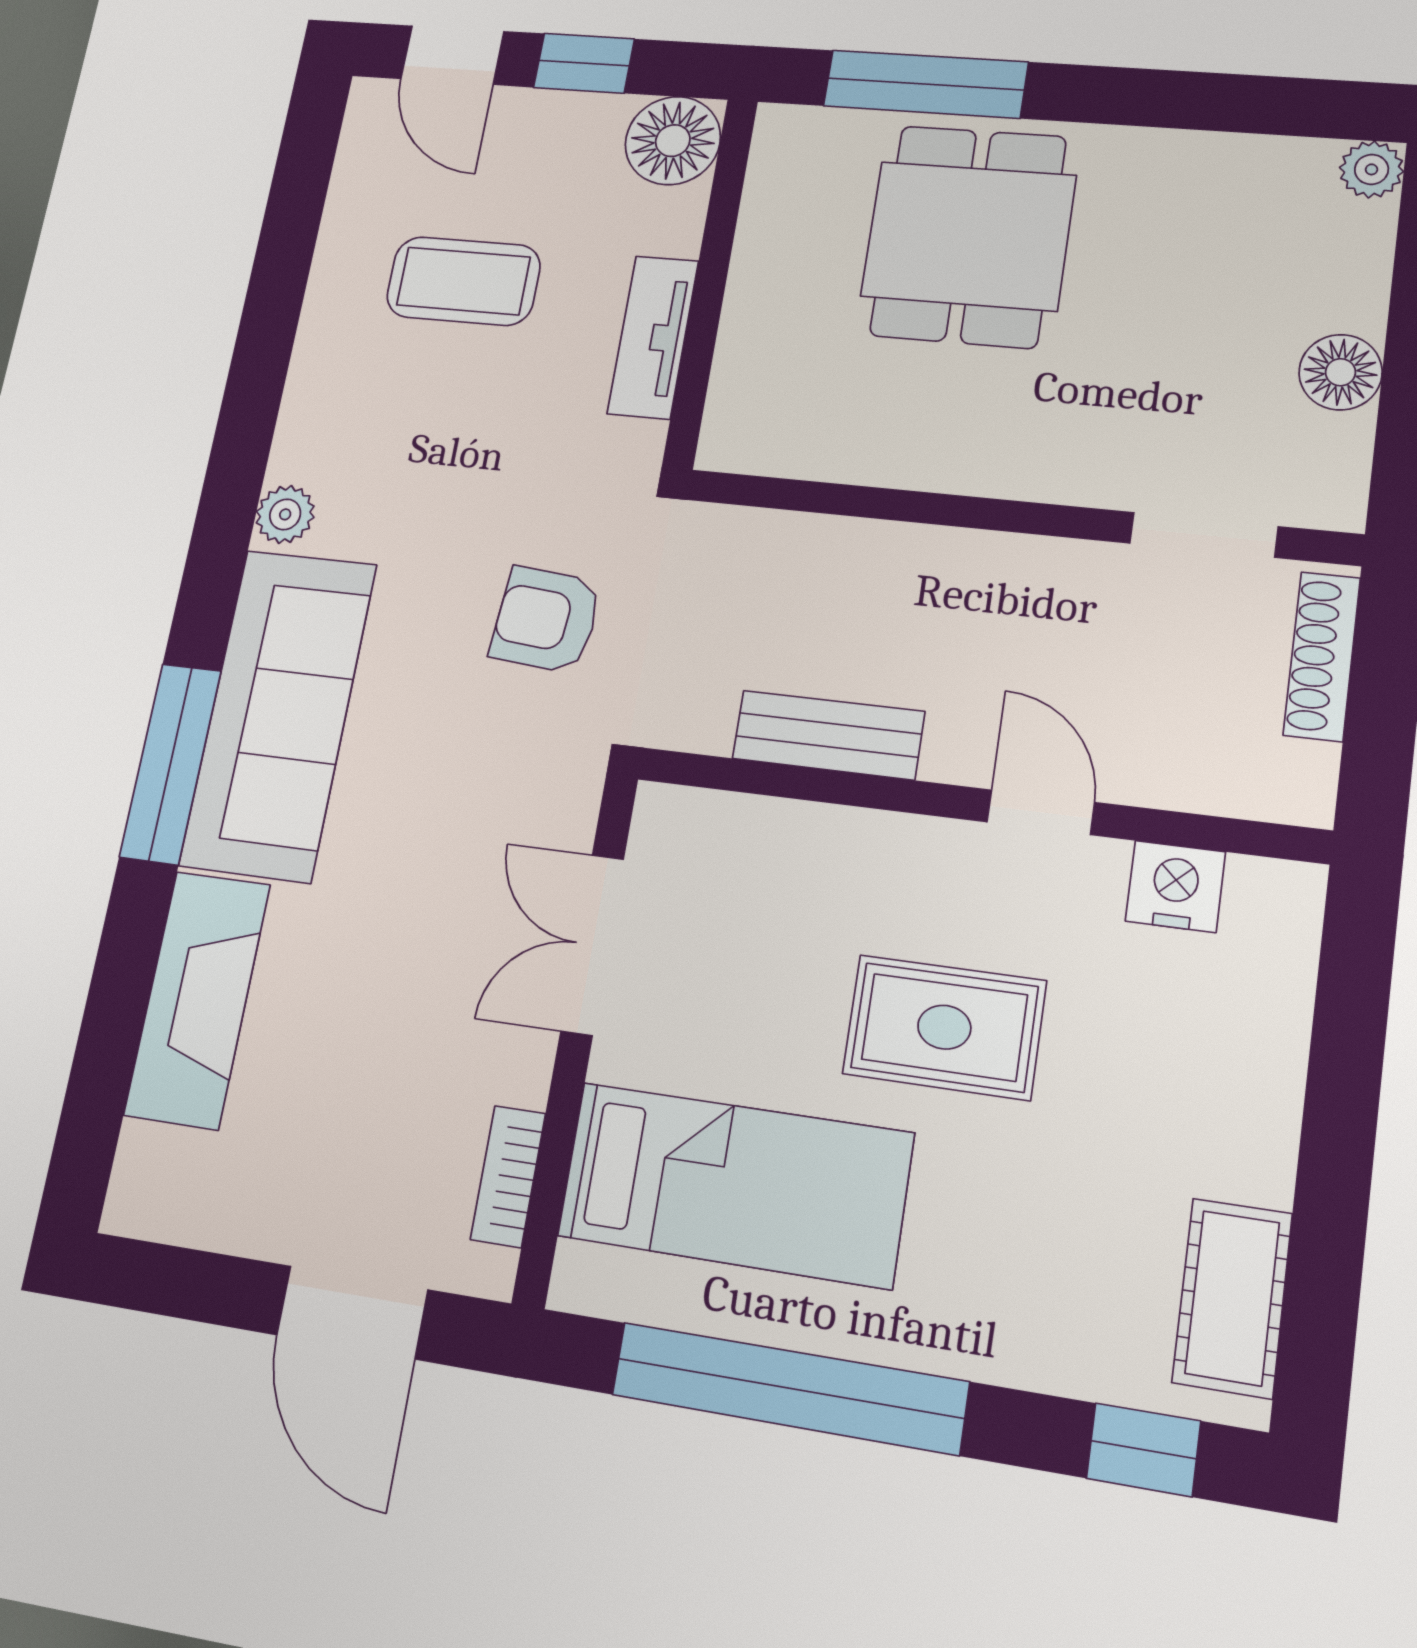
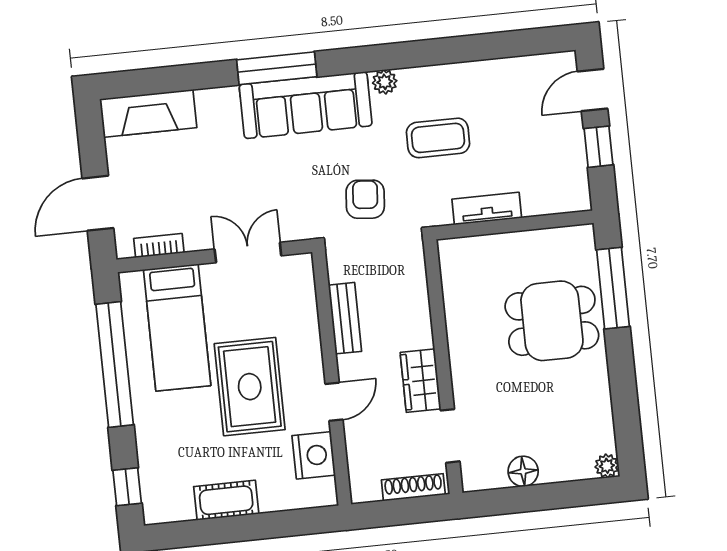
floor lamp: (673, 141) -> (571, 193), removed
coffee table: (463, 281) -> (438, 138), moved, turned 90
wardrobe: (1040, 579) -> (421, 381), added
nightstand: (1175, 886) -> (314, 455), width x1.36, depth x1.33
fireplace: (197, 999) -> (148, 113), moved
rug: (944, 1027) -> (250, 387), width x1.36, depth x1.43
cot: (1232, 1298) -> (226, 500), moved

